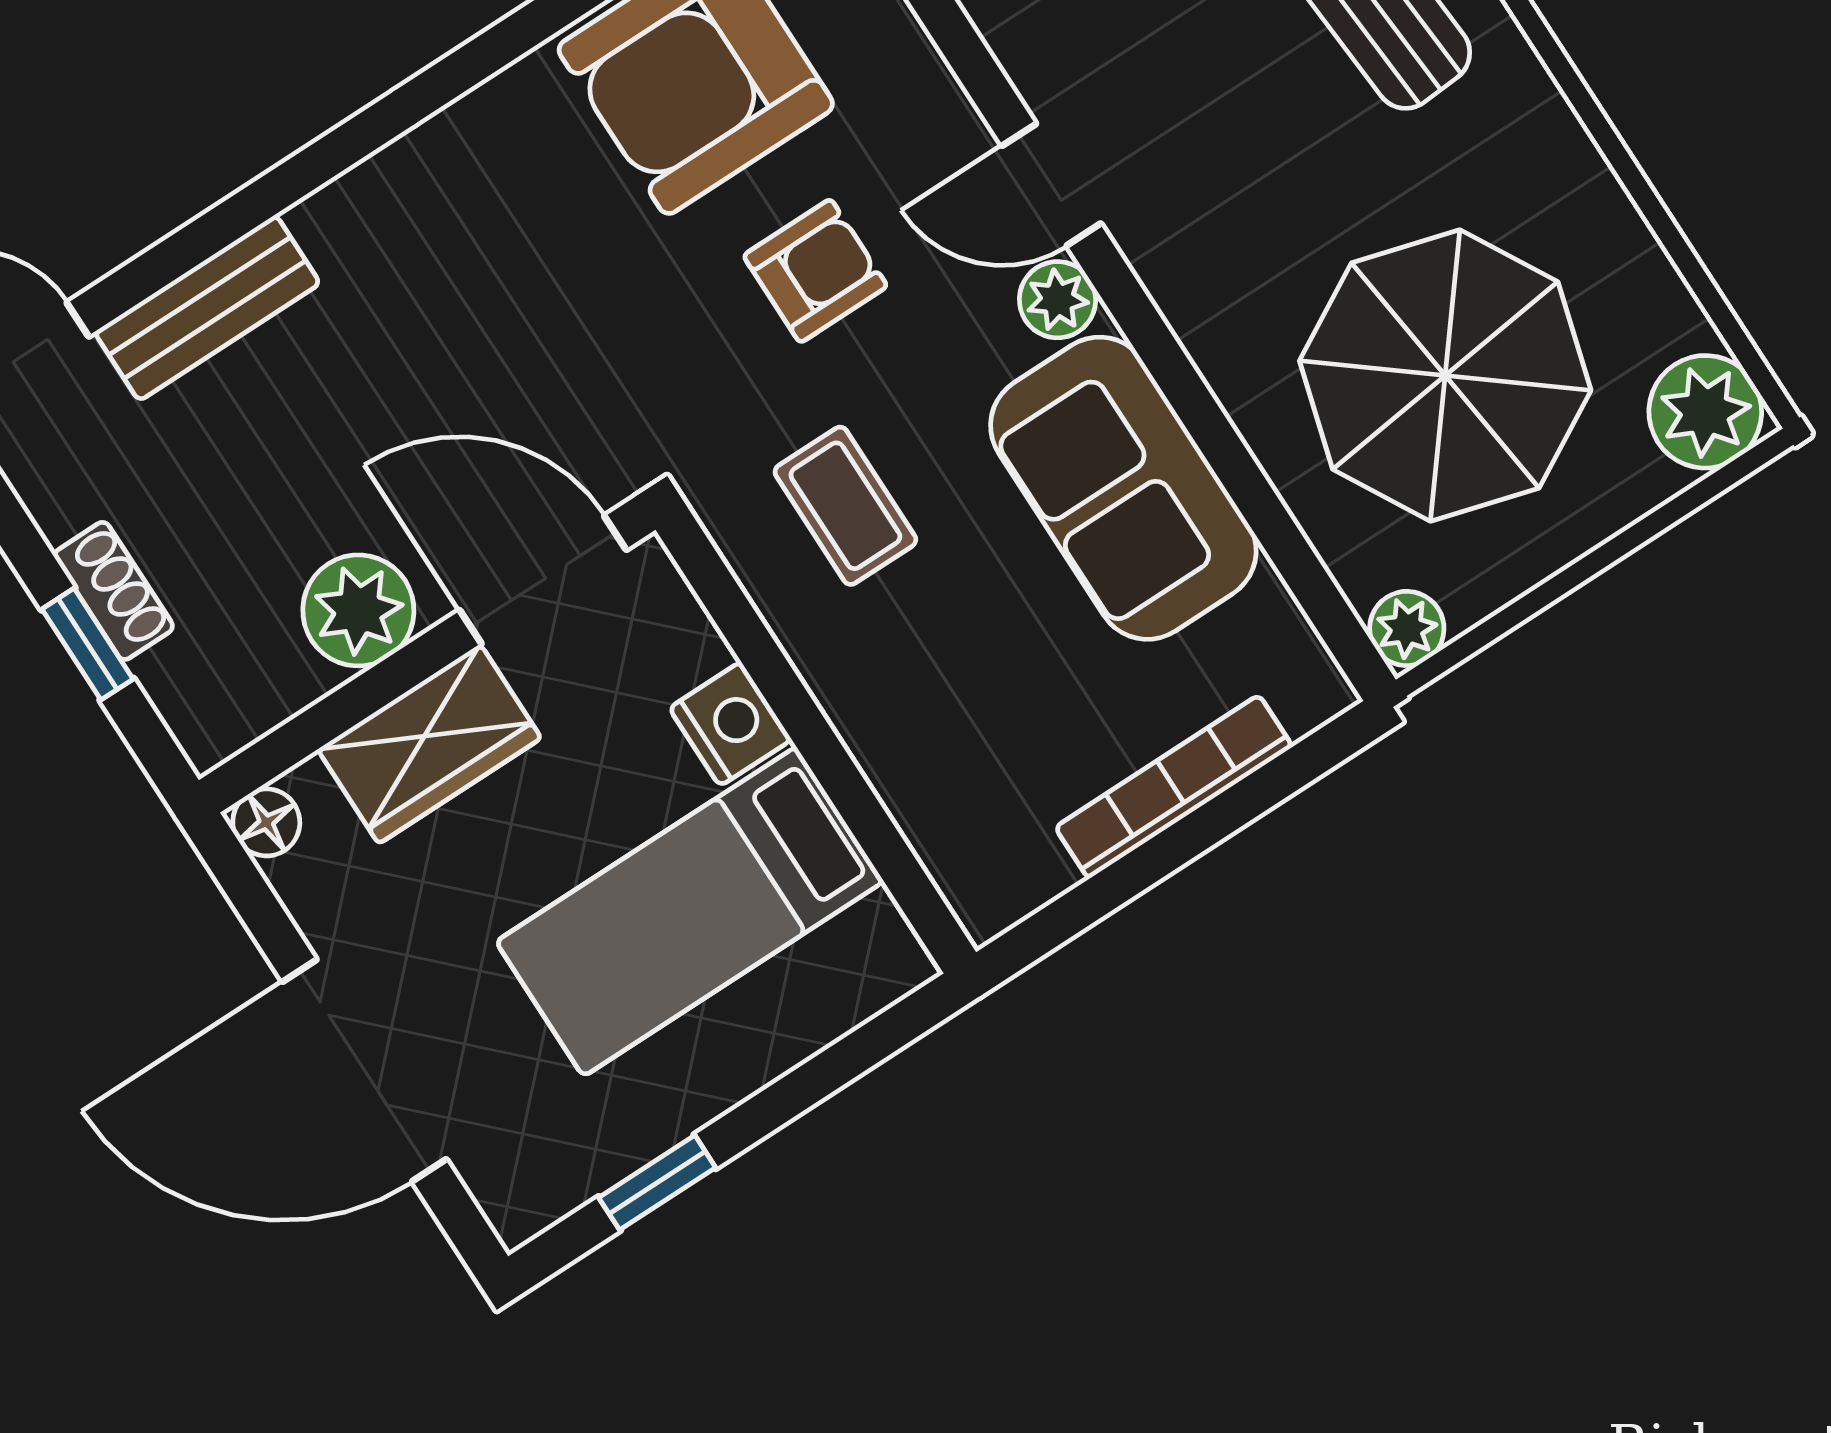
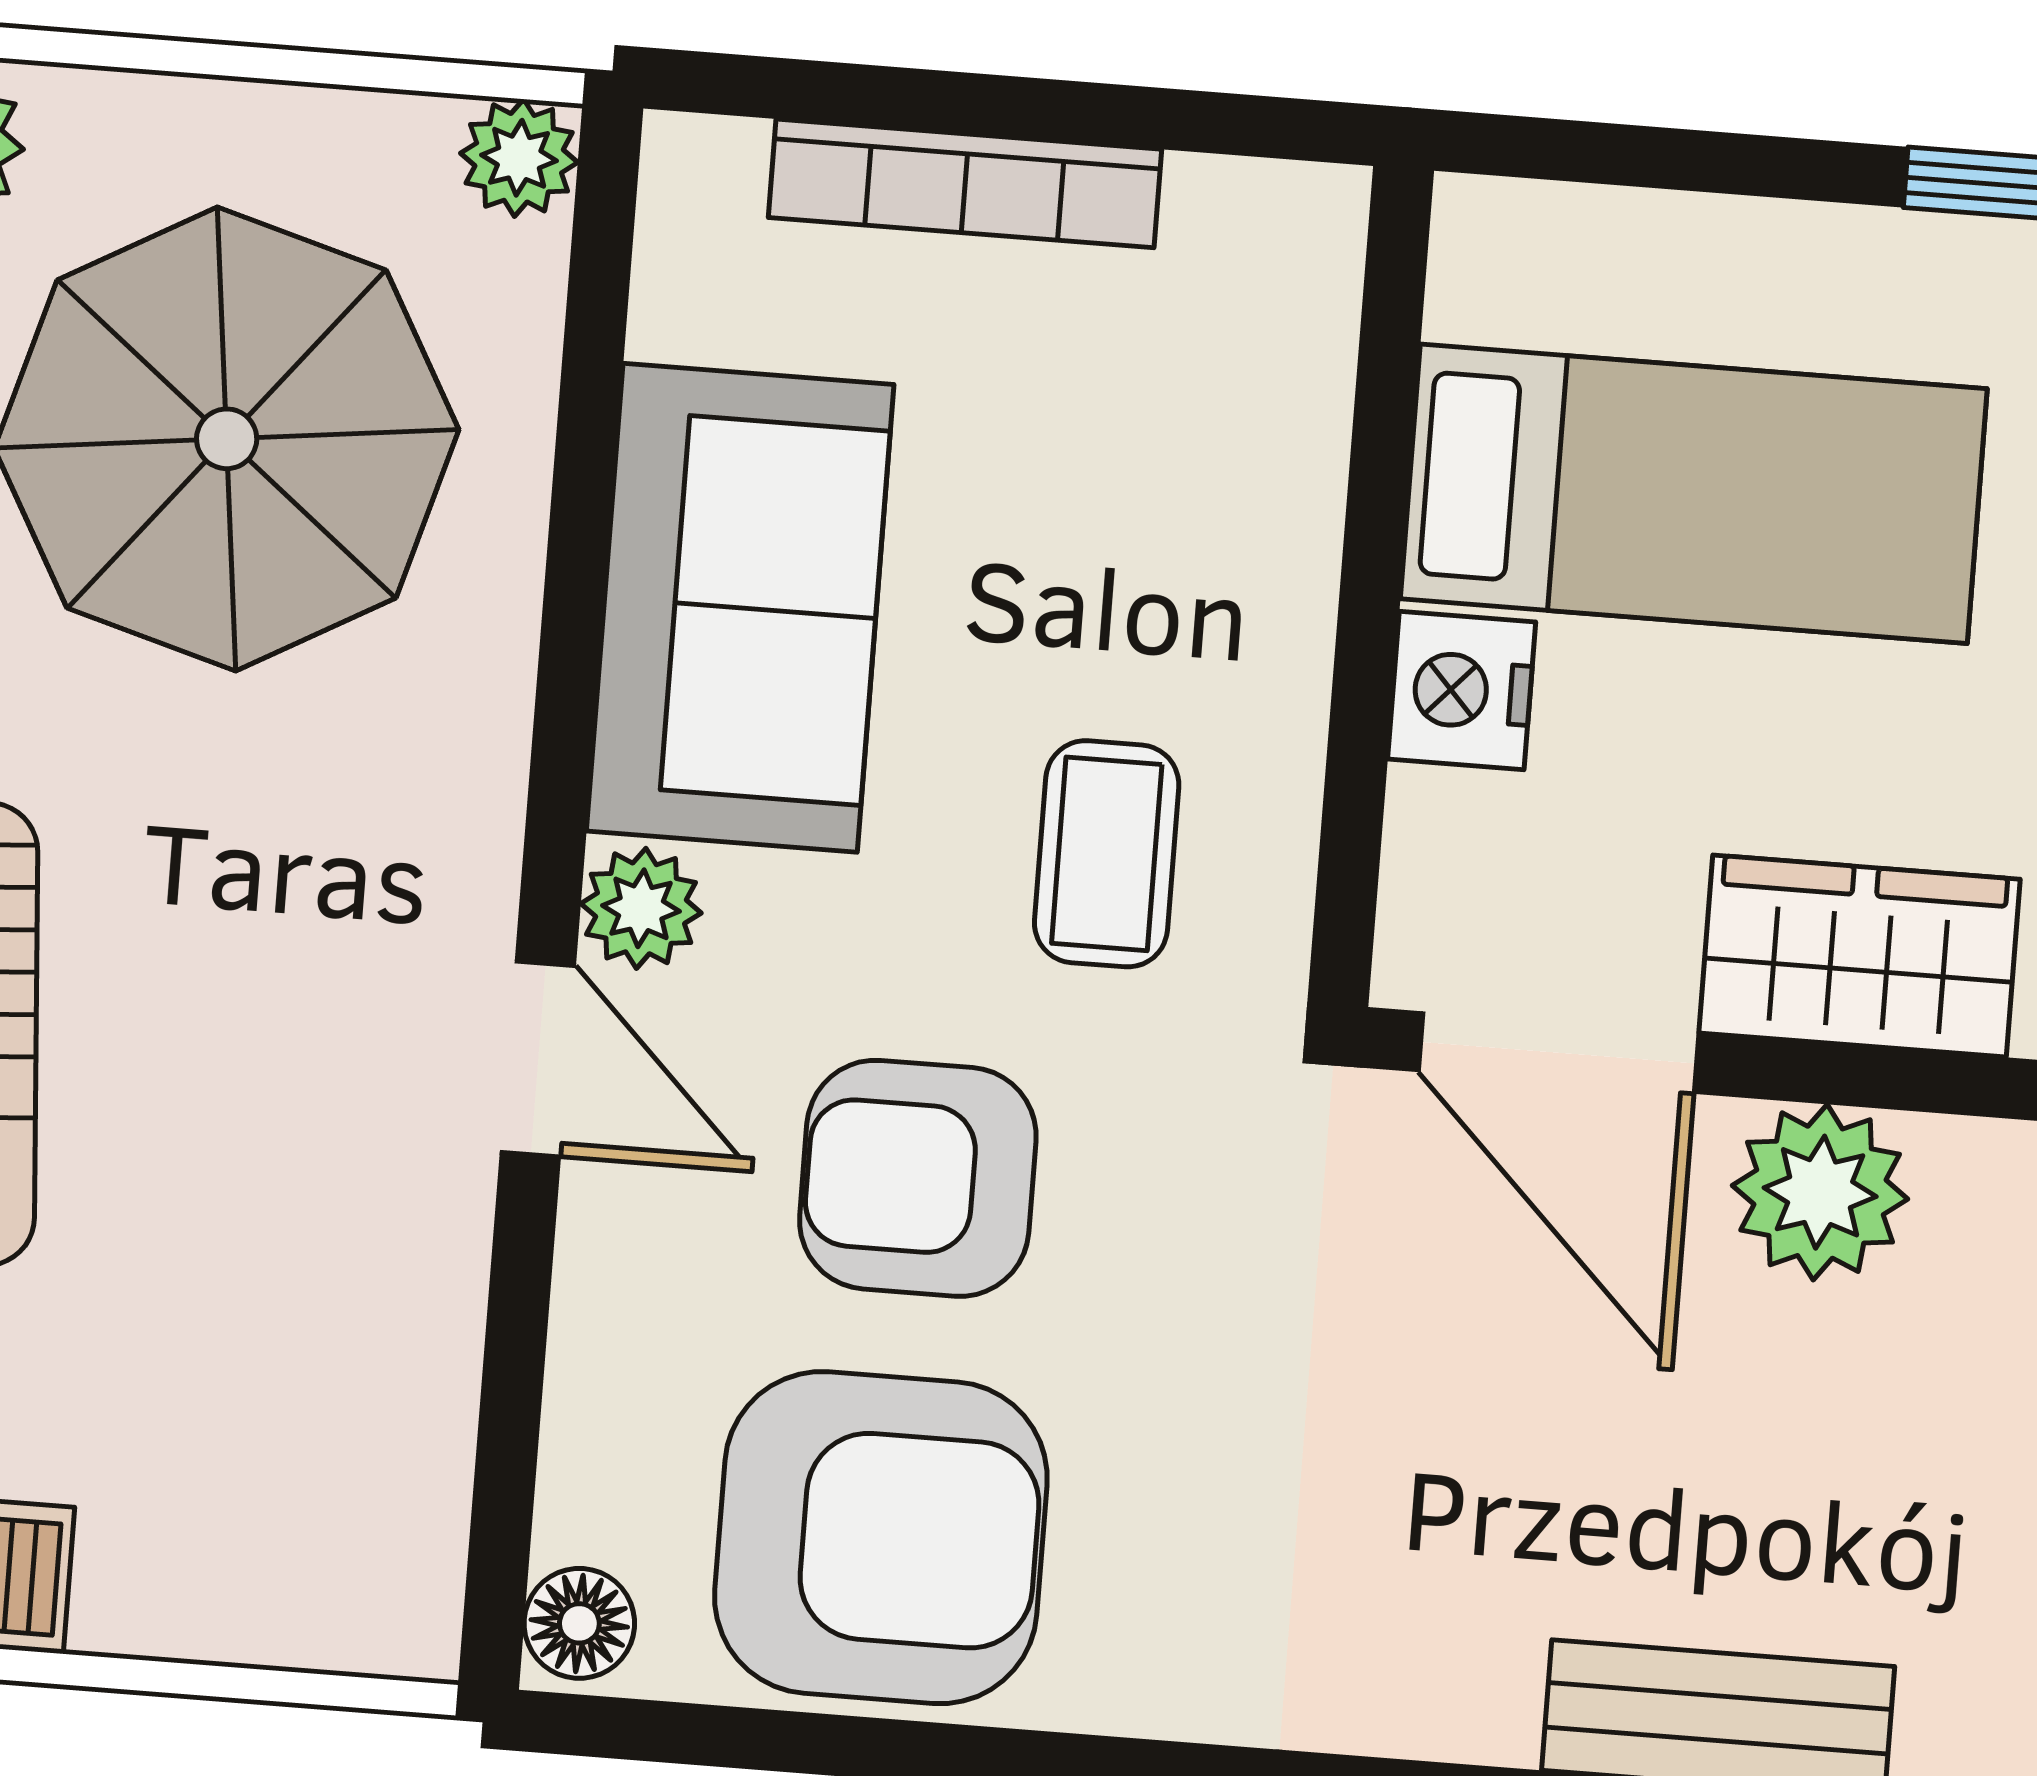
armchair: (815, 271) -> (918, 1178), width x1.38, depth x1.38

